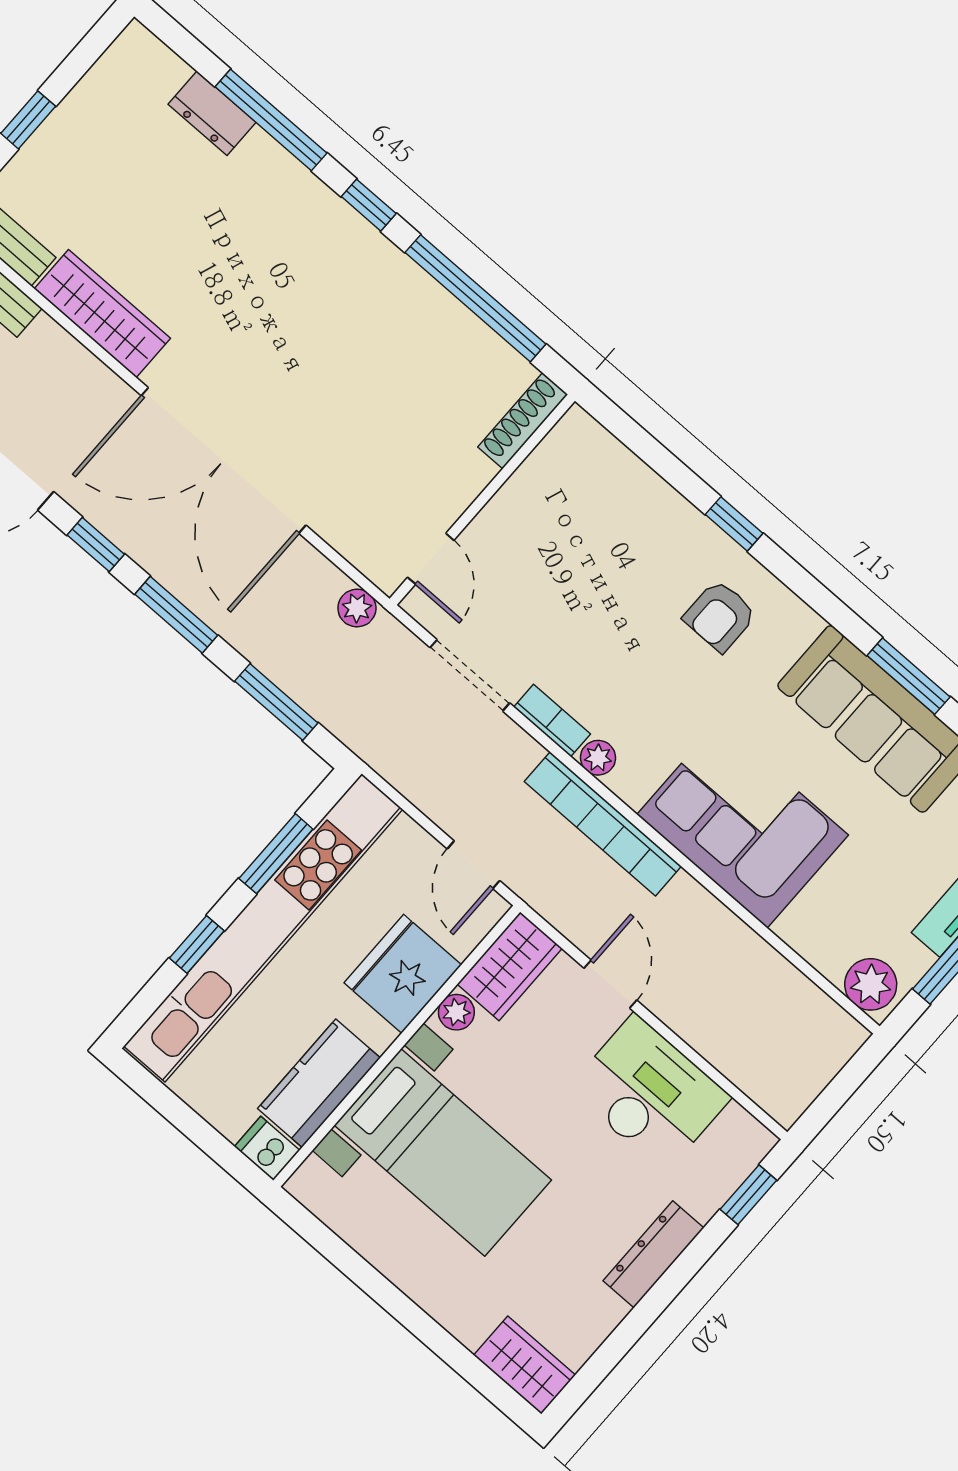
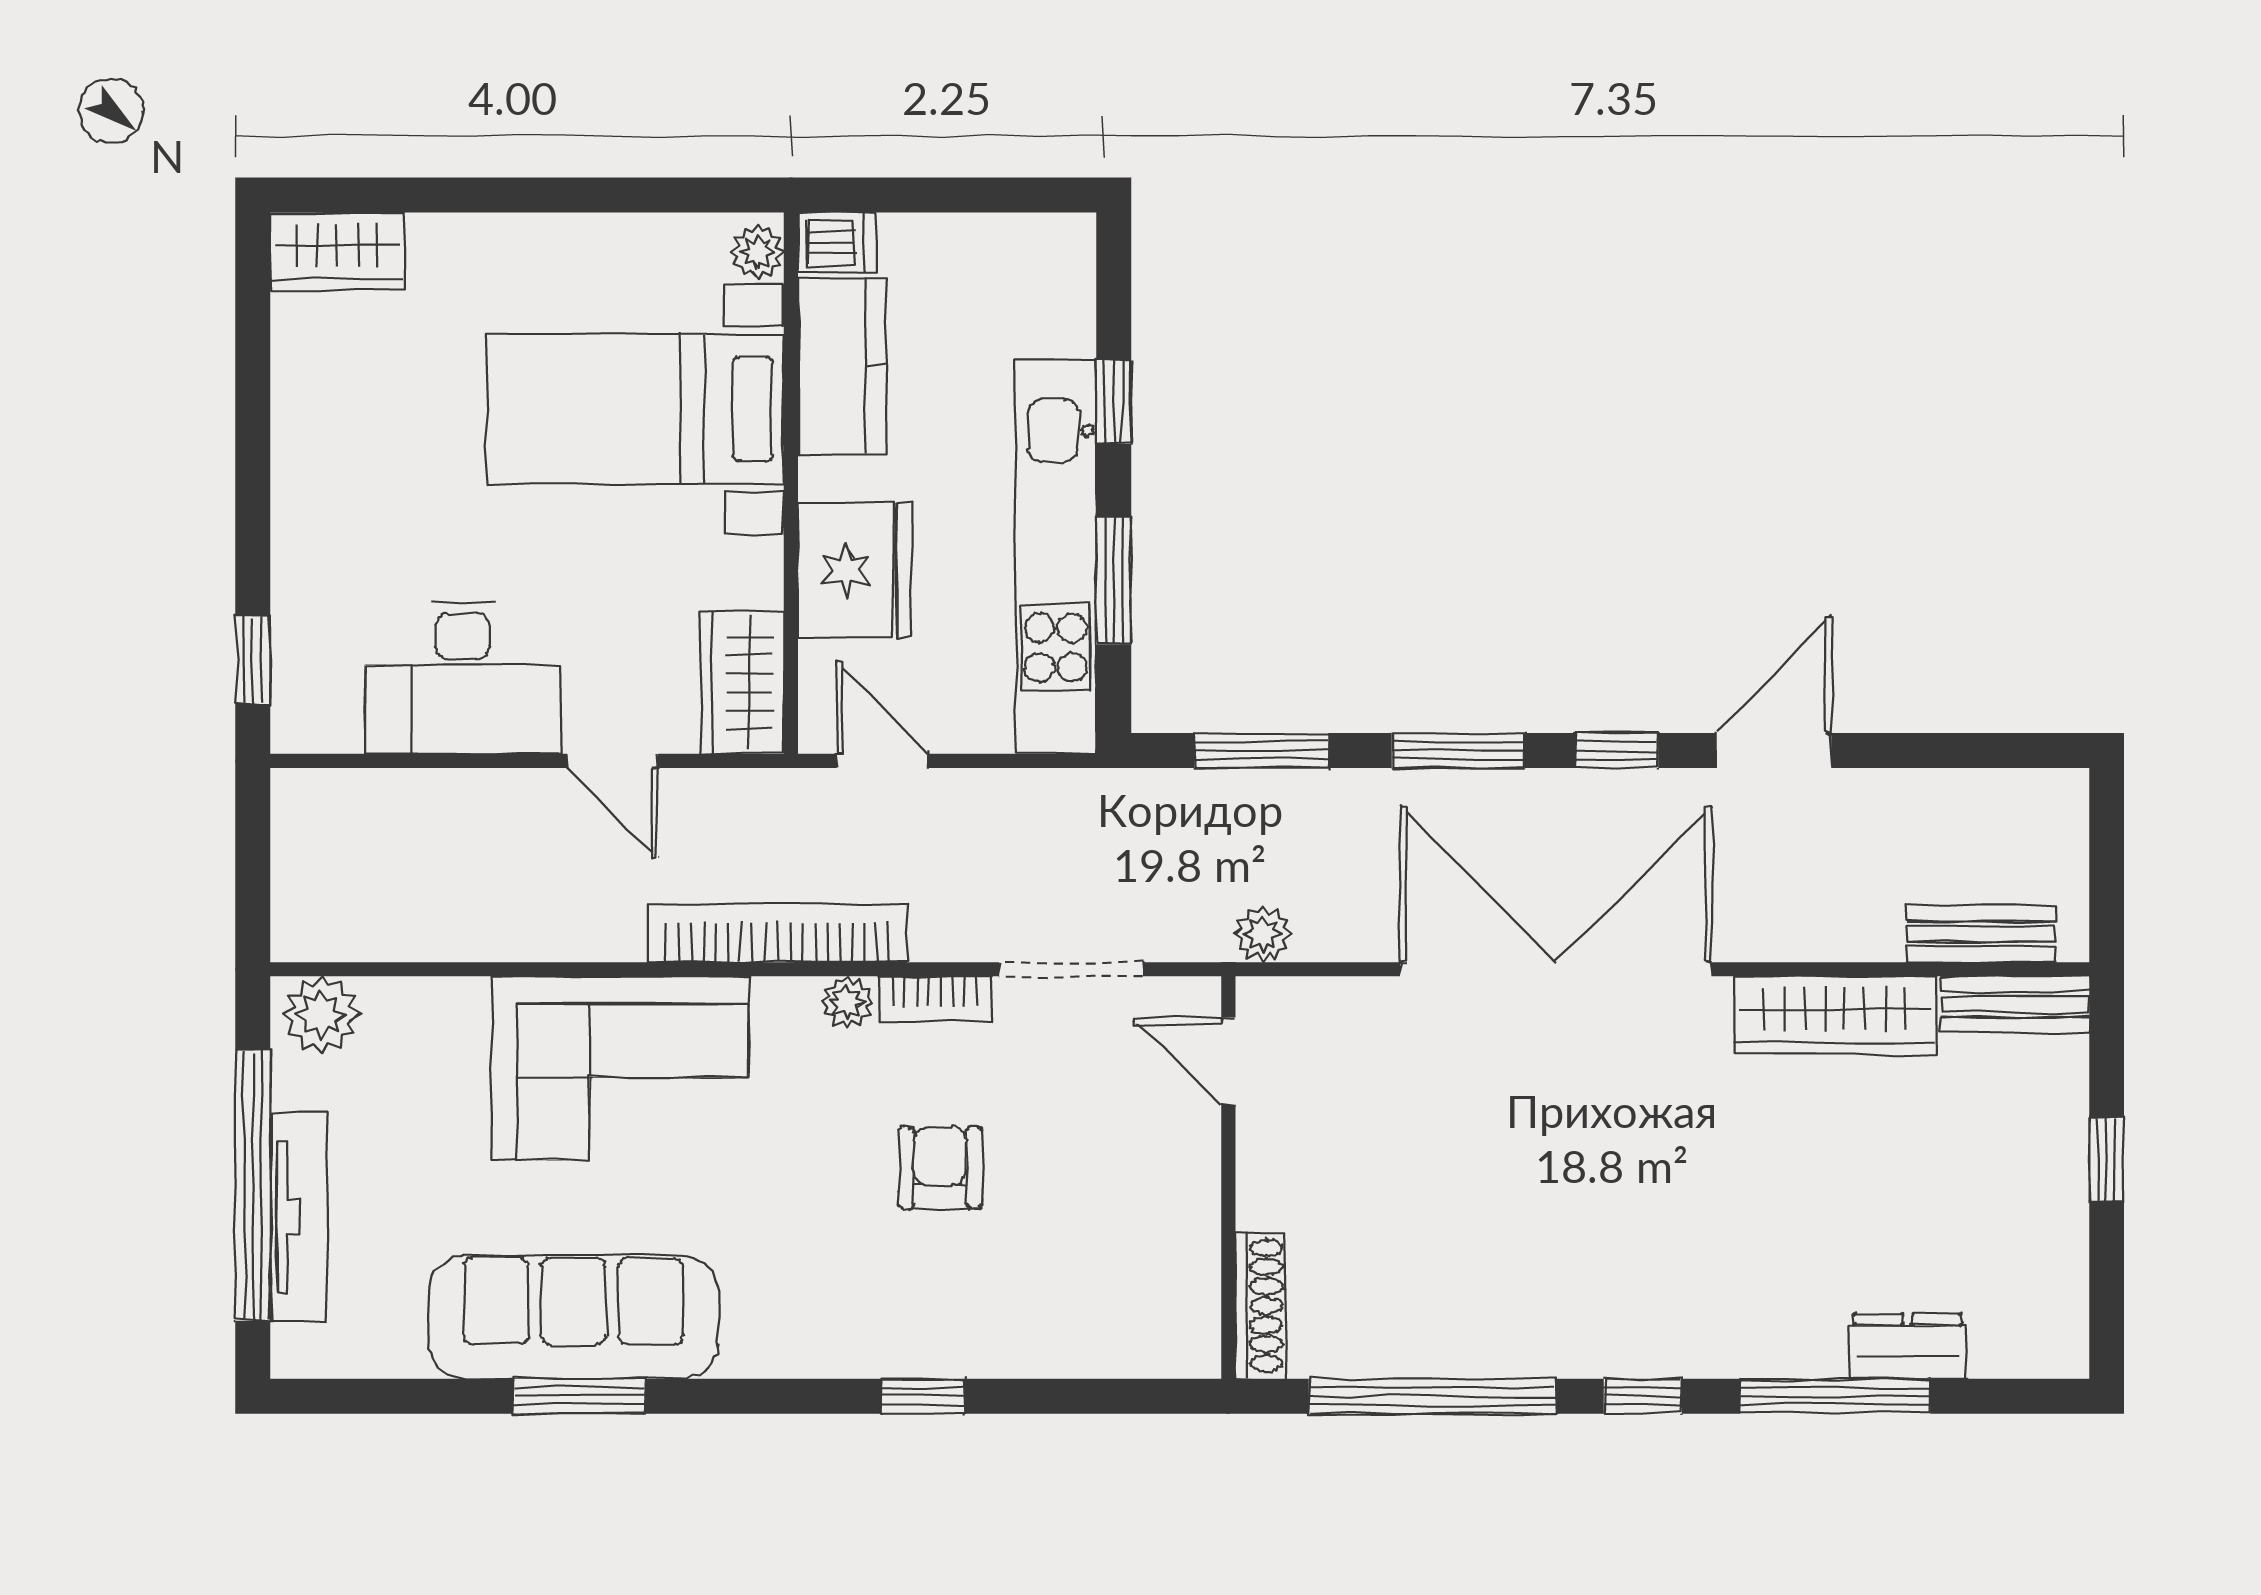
armchair: (720, 616) -> (940, 1168), moved
kitchen unit: (263, 928) -> (1056, 557), width x0.73
plant: (456, 1012) -> (757, 252), moved
dresser: (653, 1254) -> (301, 501), removed

